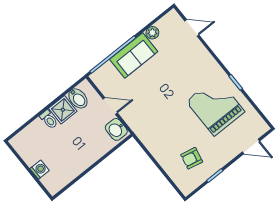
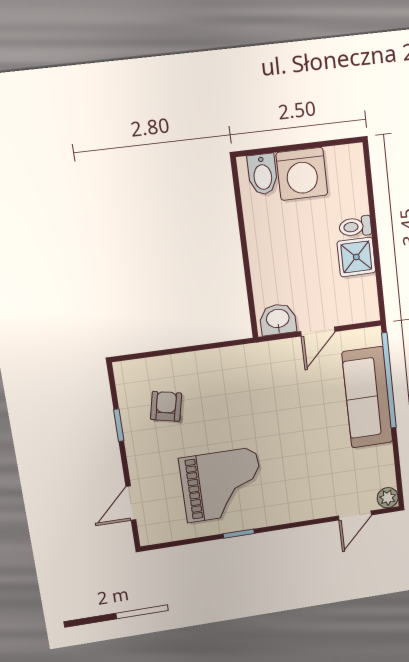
plant: (152, 33) -> (388, 498), moved
sofa: (134, 55) -> (367, 397), width x1.36
bidet: (78, 98) -> (263, 174), moved, turned -90
washing machine: (39, 170) -> (302, 174), width x1.89, depth x1.89

